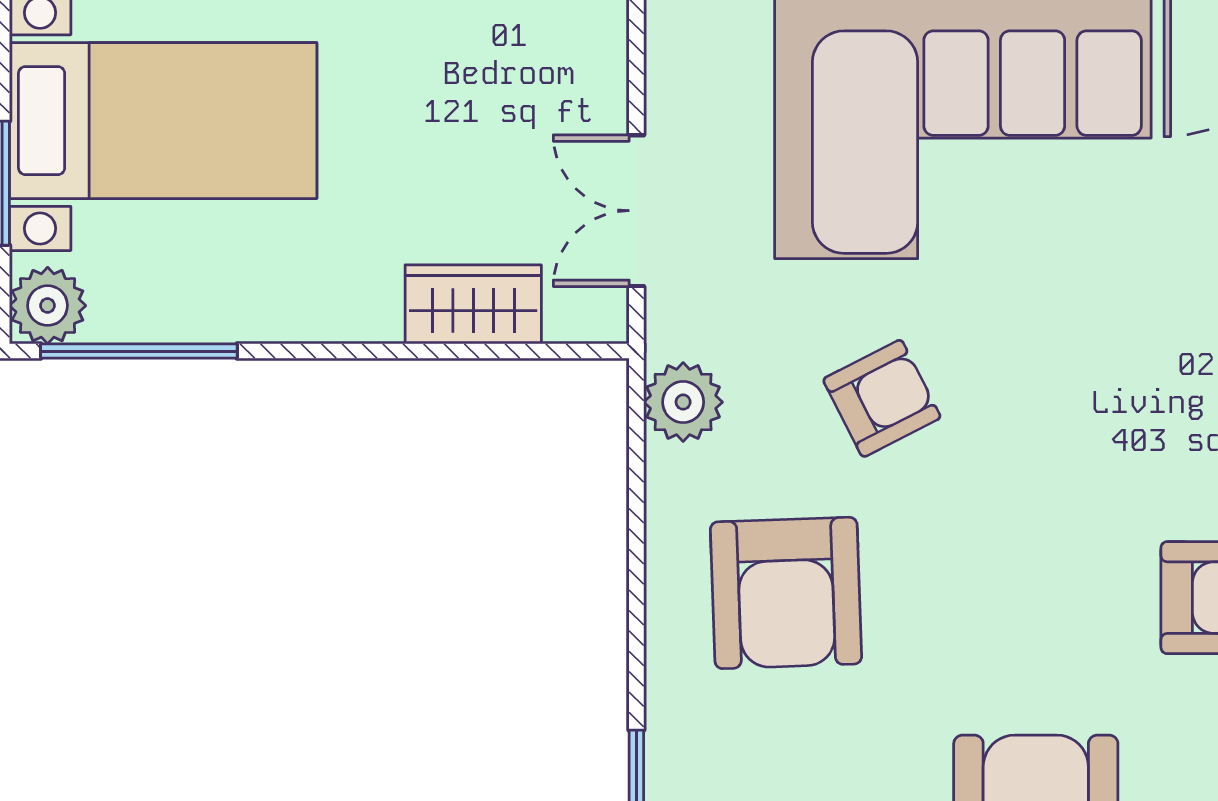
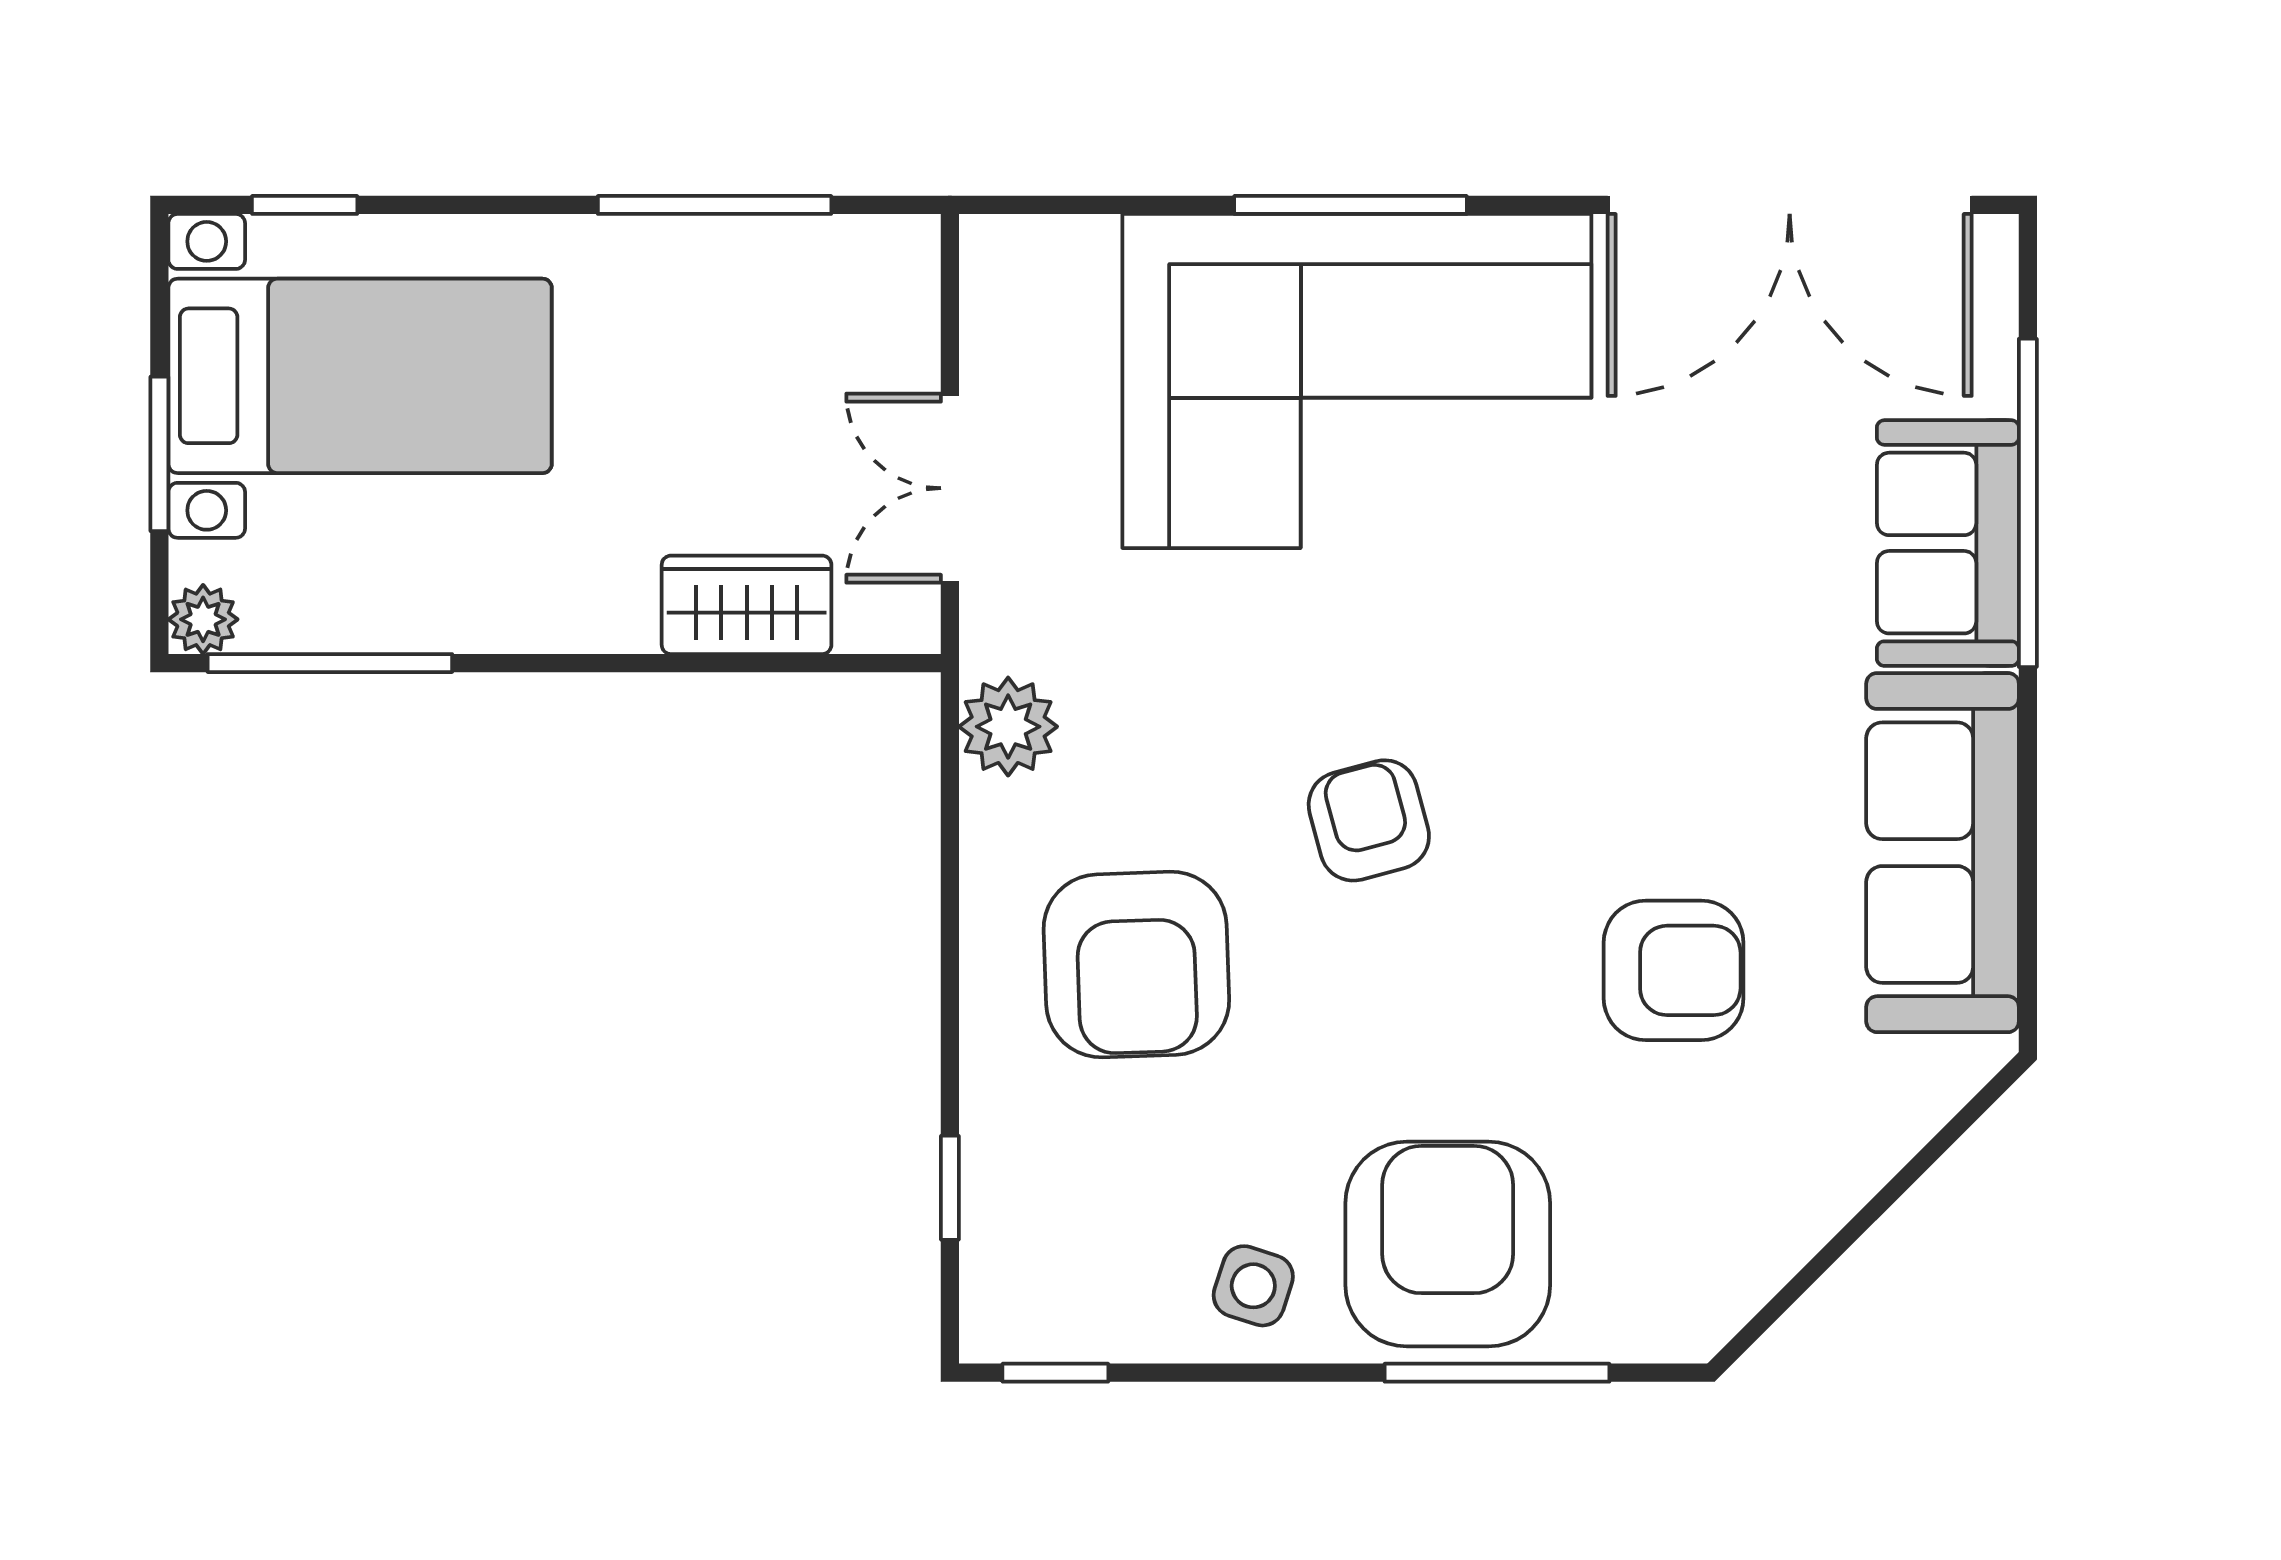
plant: (48, 306) -> (203, 619), width x0.73, depth x0.73
armchair: (882, 398) -> (1369, 820), moved, turned -78

